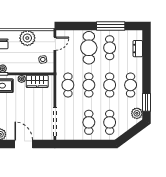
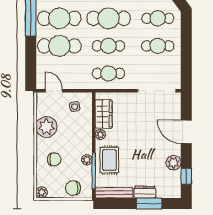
cafe table: (110, 48) -> (59, 18), width x1.37, depth x1.35
cafe table: (110, 85) -> (108, 18), width x1.37, depth x1.35
door: (24, 144) -> (186, 132), hinge flipped

